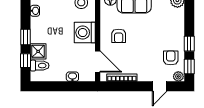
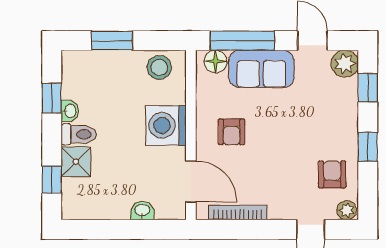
washbasin: (35, 11) -> (70, 111), moved
window: (26, 37) -> (52, 98), moved
toilet: (40, 66) -> (79, 134), moved
window: (189, 67) -> (368, 88), moved

